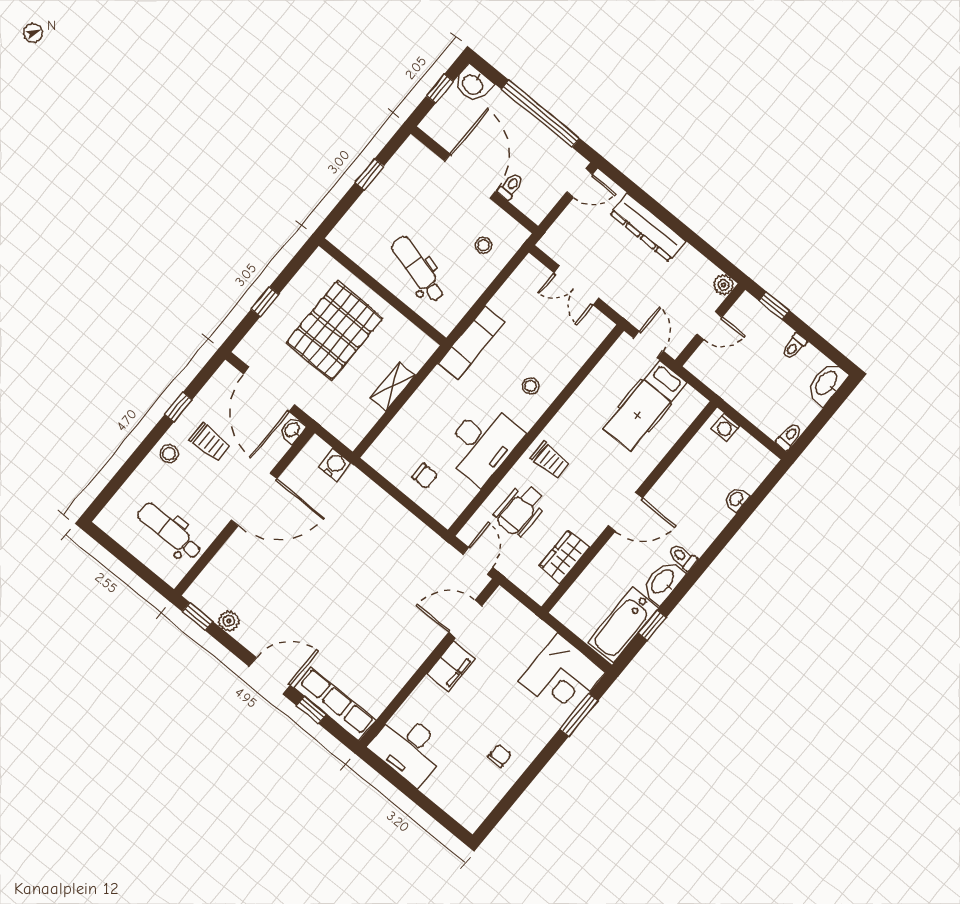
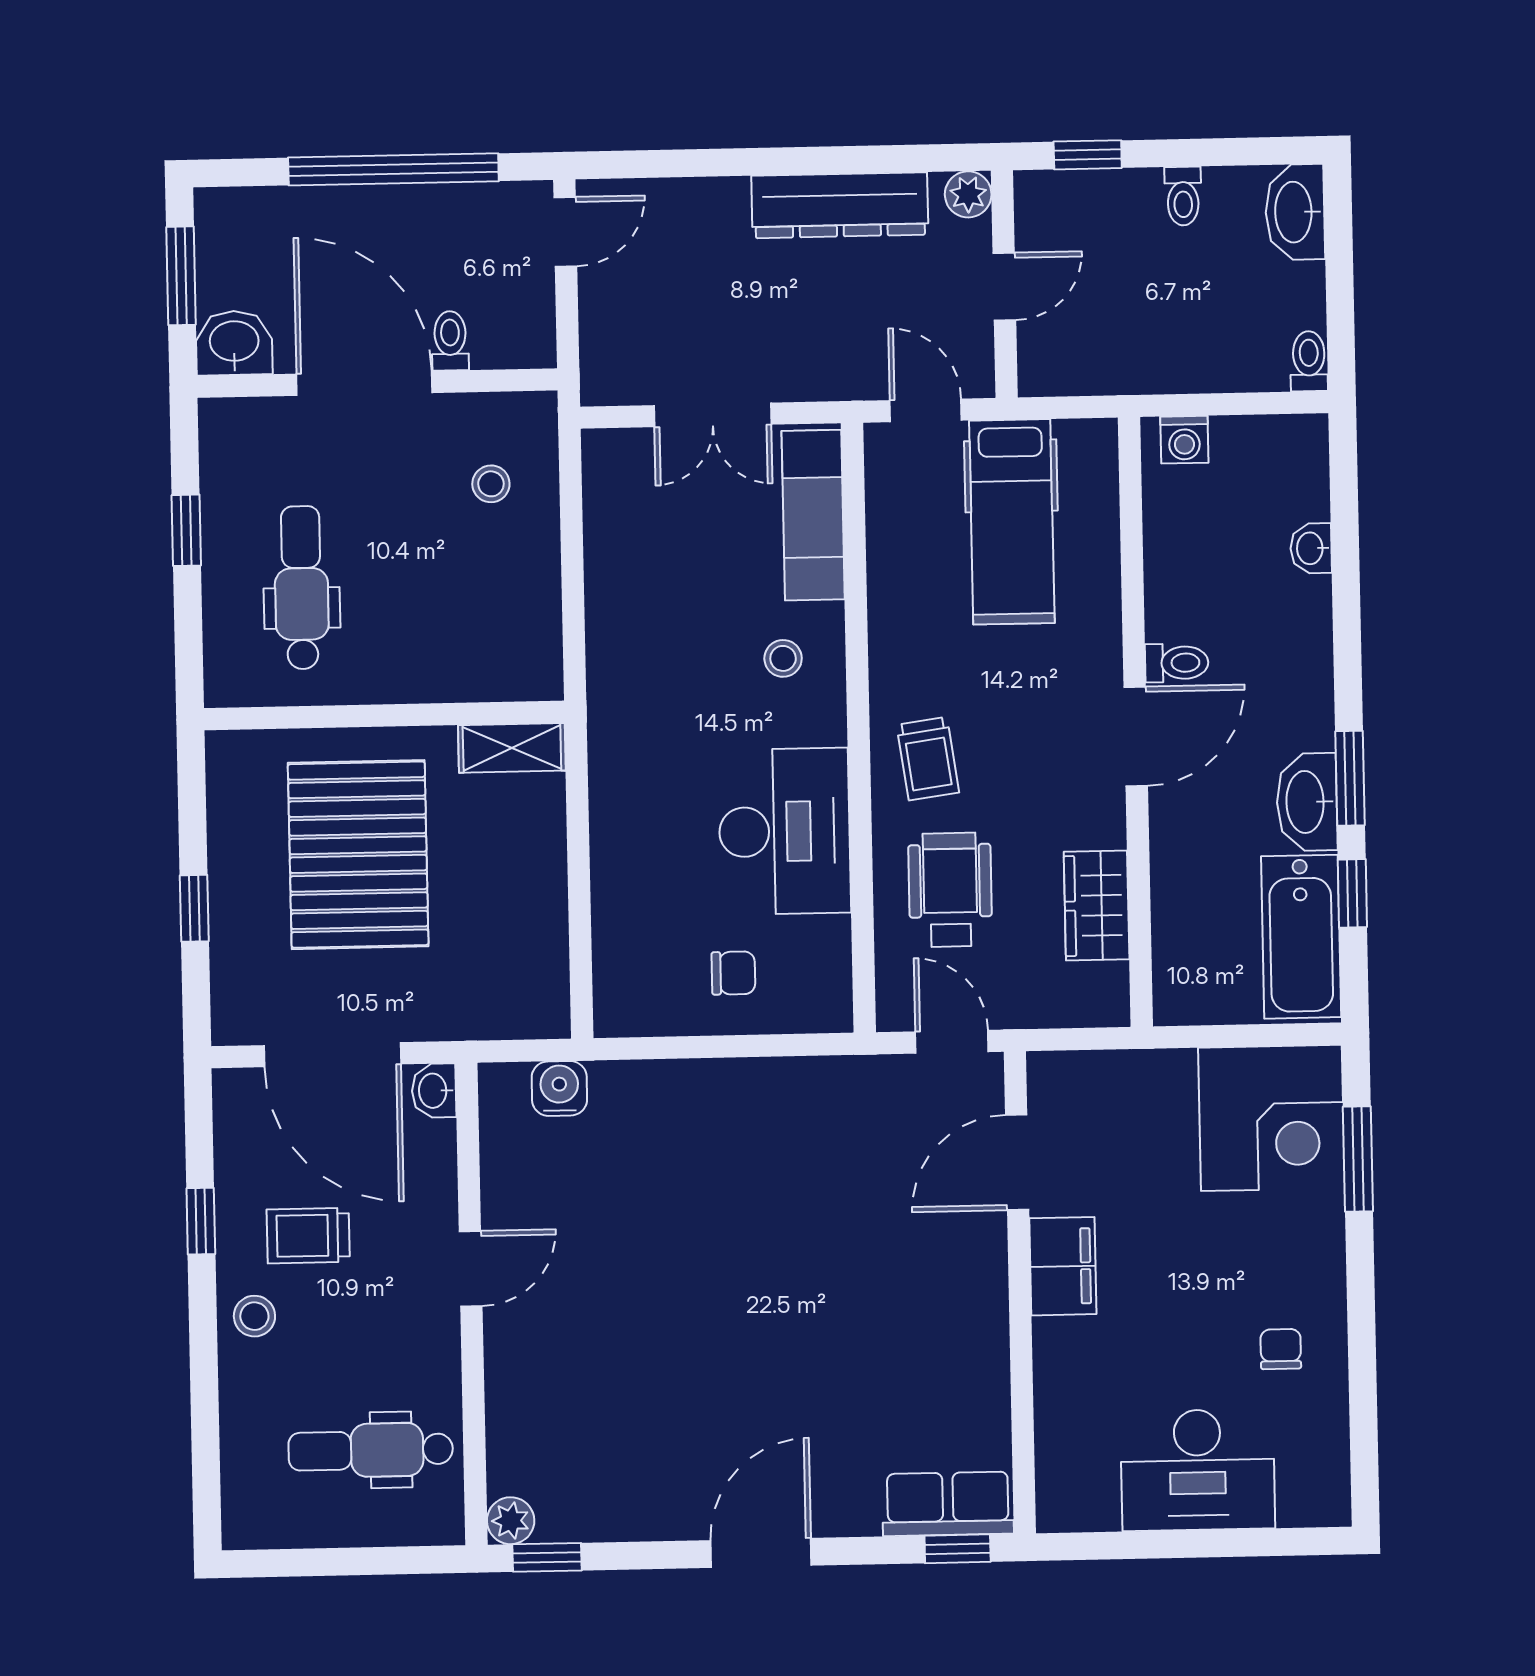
washbasin: (473, 84) -> (234, 343), moved, turned 180
window: (440, 89) -> (181, 276), width x1.50
dresser: (648, 227) -> (840, 205), moved
dental chair: (418, 269) -> (302, 588), moved, turned 75
exam couch: (471, 343) -> (813, 515), moved, turned 180
shelving: (393, 387) -> (512, 748), moved, turned 90
trolley: (210, 442) -> (308, 1236), turned 180
trolley: (550, 460) -> (928, 759), turned 82
door: (254, 499) -> (471, 1269), width x0.53
wheelchair: (520, 510) -> (950, 890), turned 180
toilet: (683, 557) -> (1177, 663), moved, turned 180
window: (684, 586) -> (1350, 778), added
plant: (229, 621) -> (511, 1521), moved
row of seats: (335, 704) -> (948, 1504), width x0.68
window: (311, 710) -> (958, 1549), moved
desk: (408, 748) -> (1198, 1470), moved

